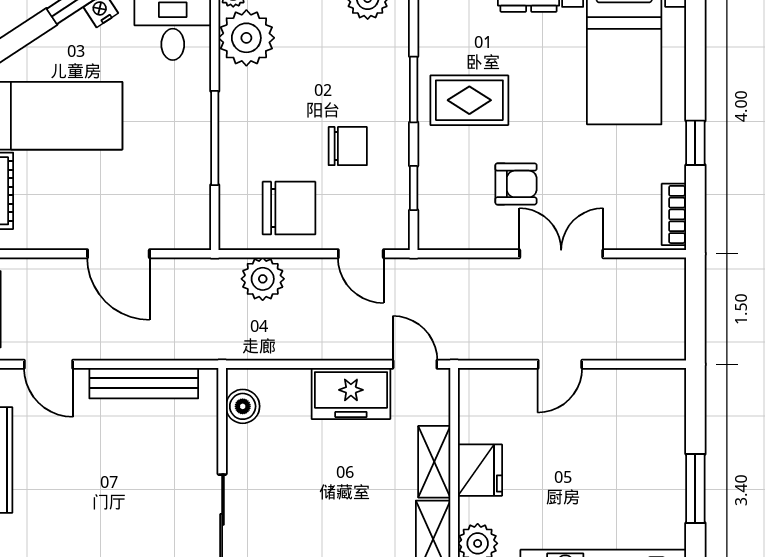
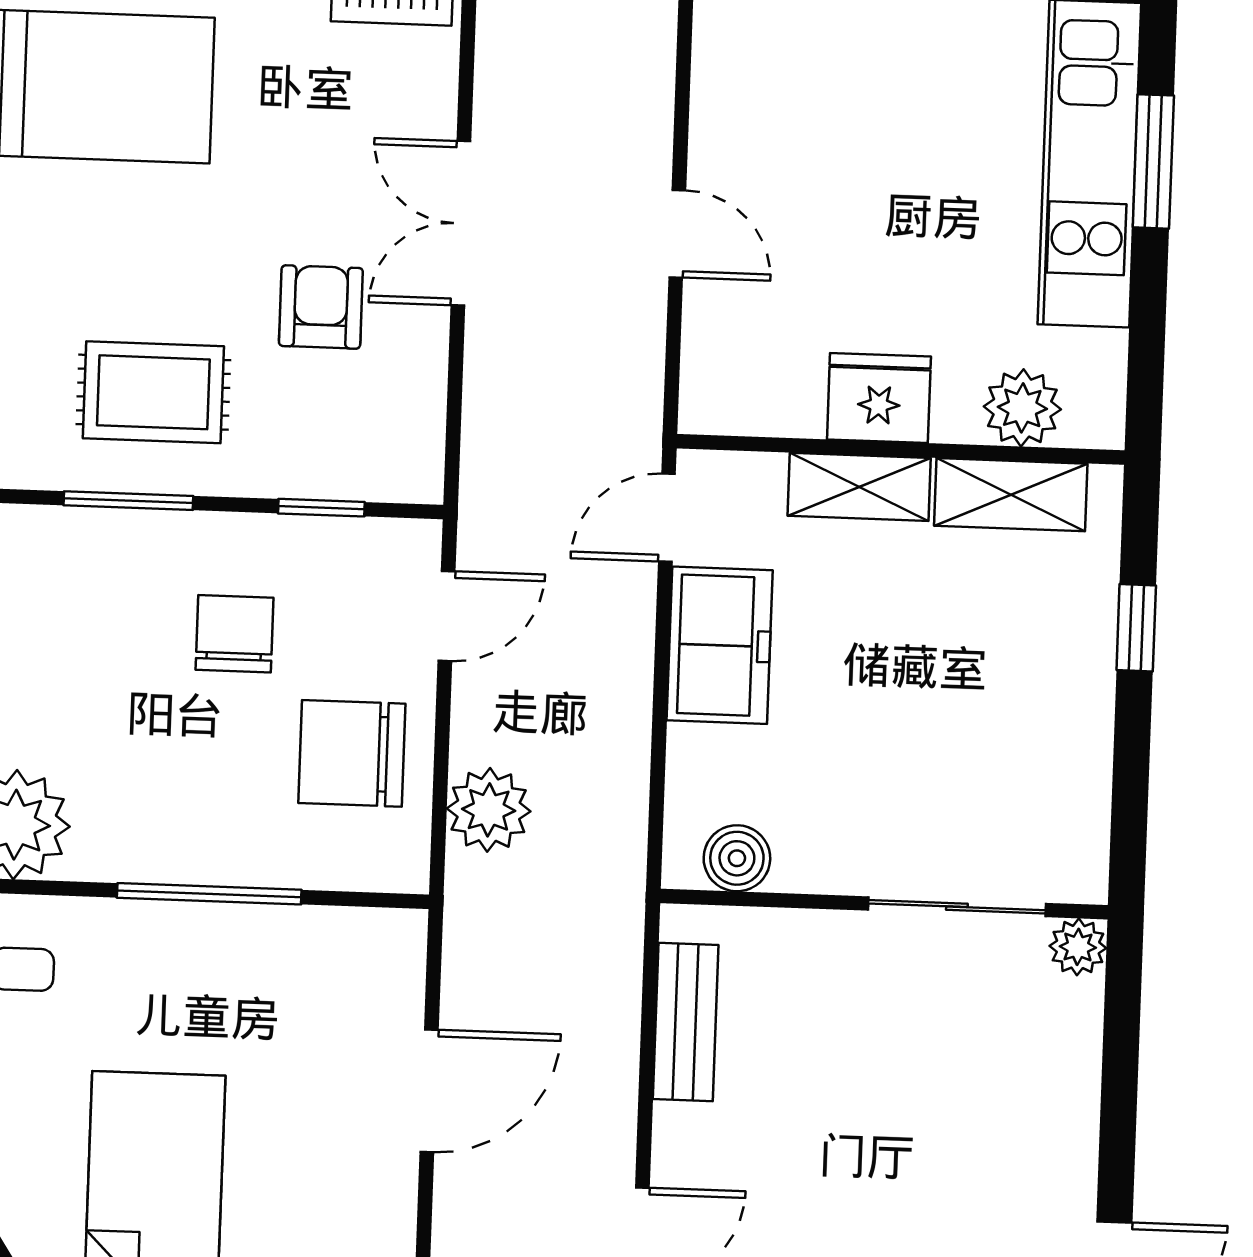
rug: (469, 100) -> (153, 392), turned 90
chair: (289, 208) -> (352, 753), turned -90
bench: (144, 383) -> (686, 1022), width x0.73

